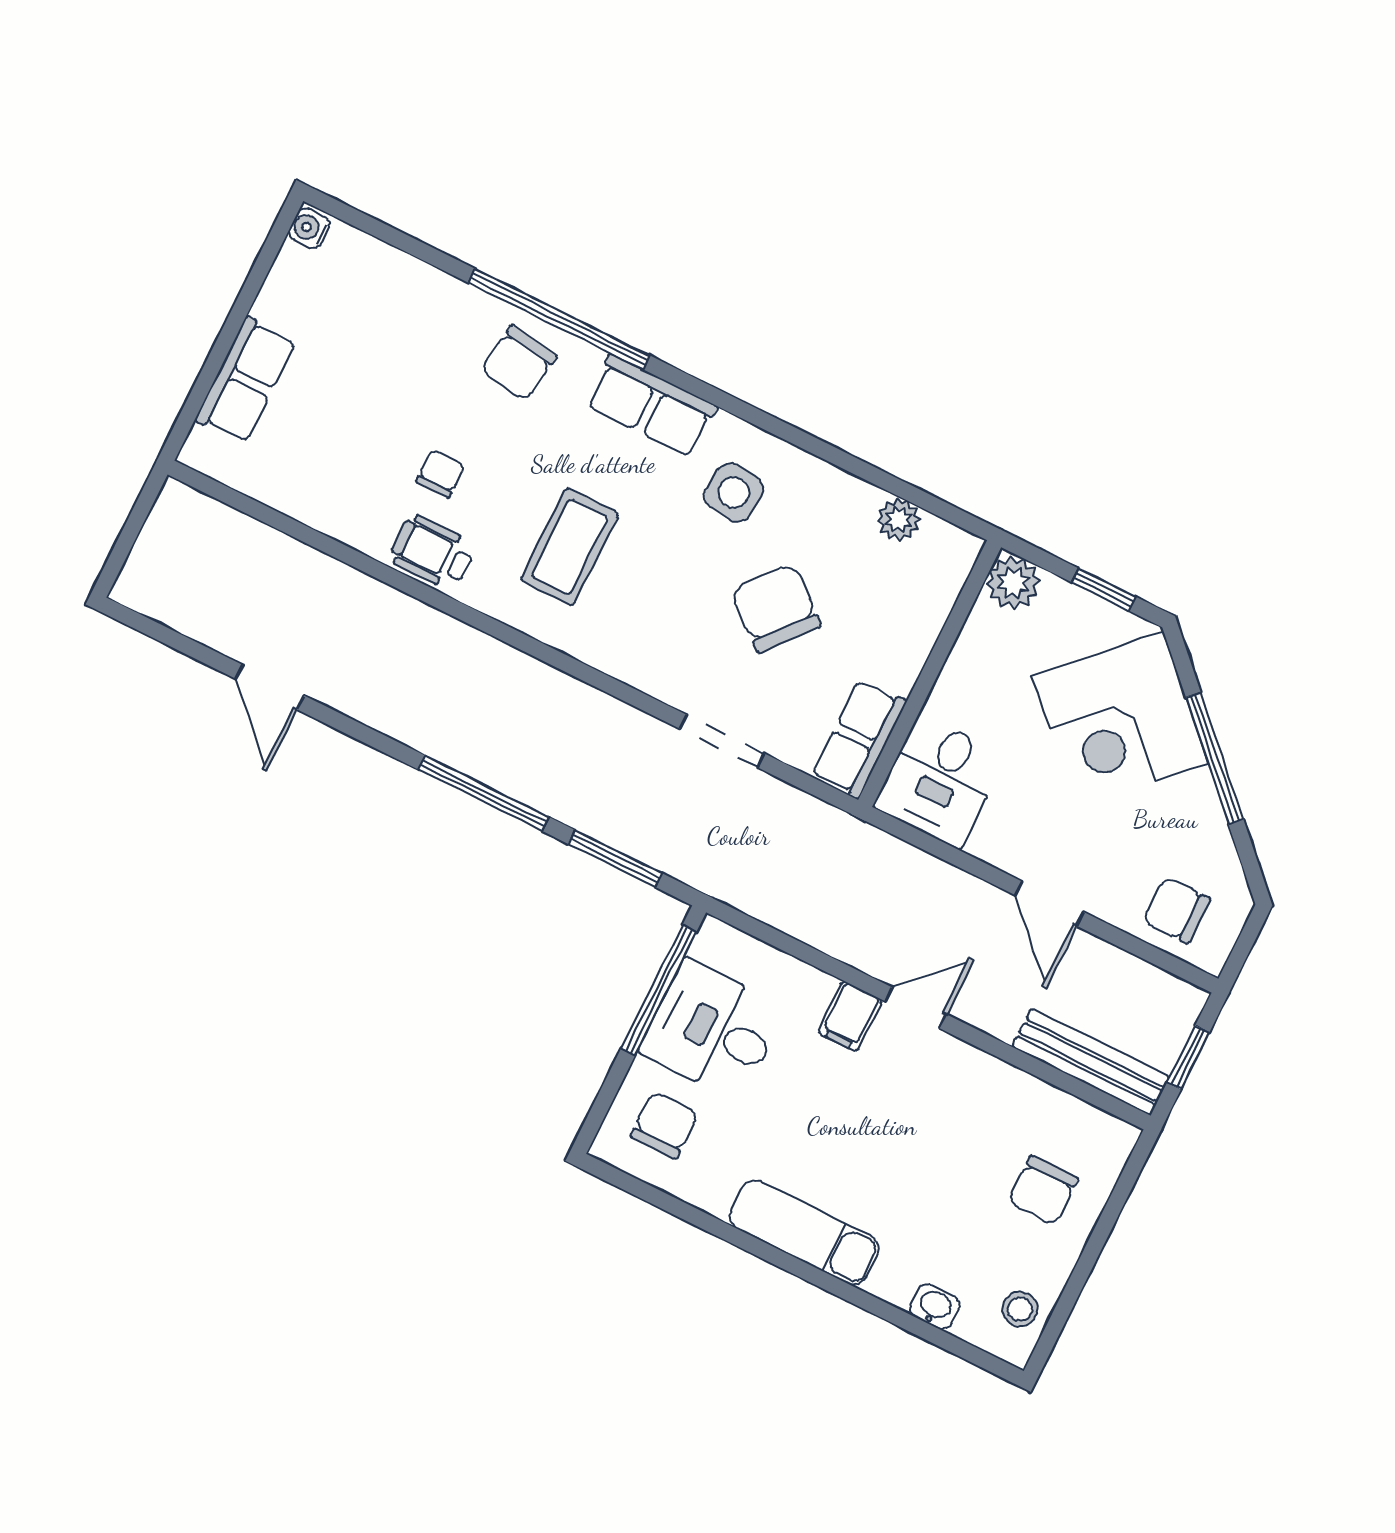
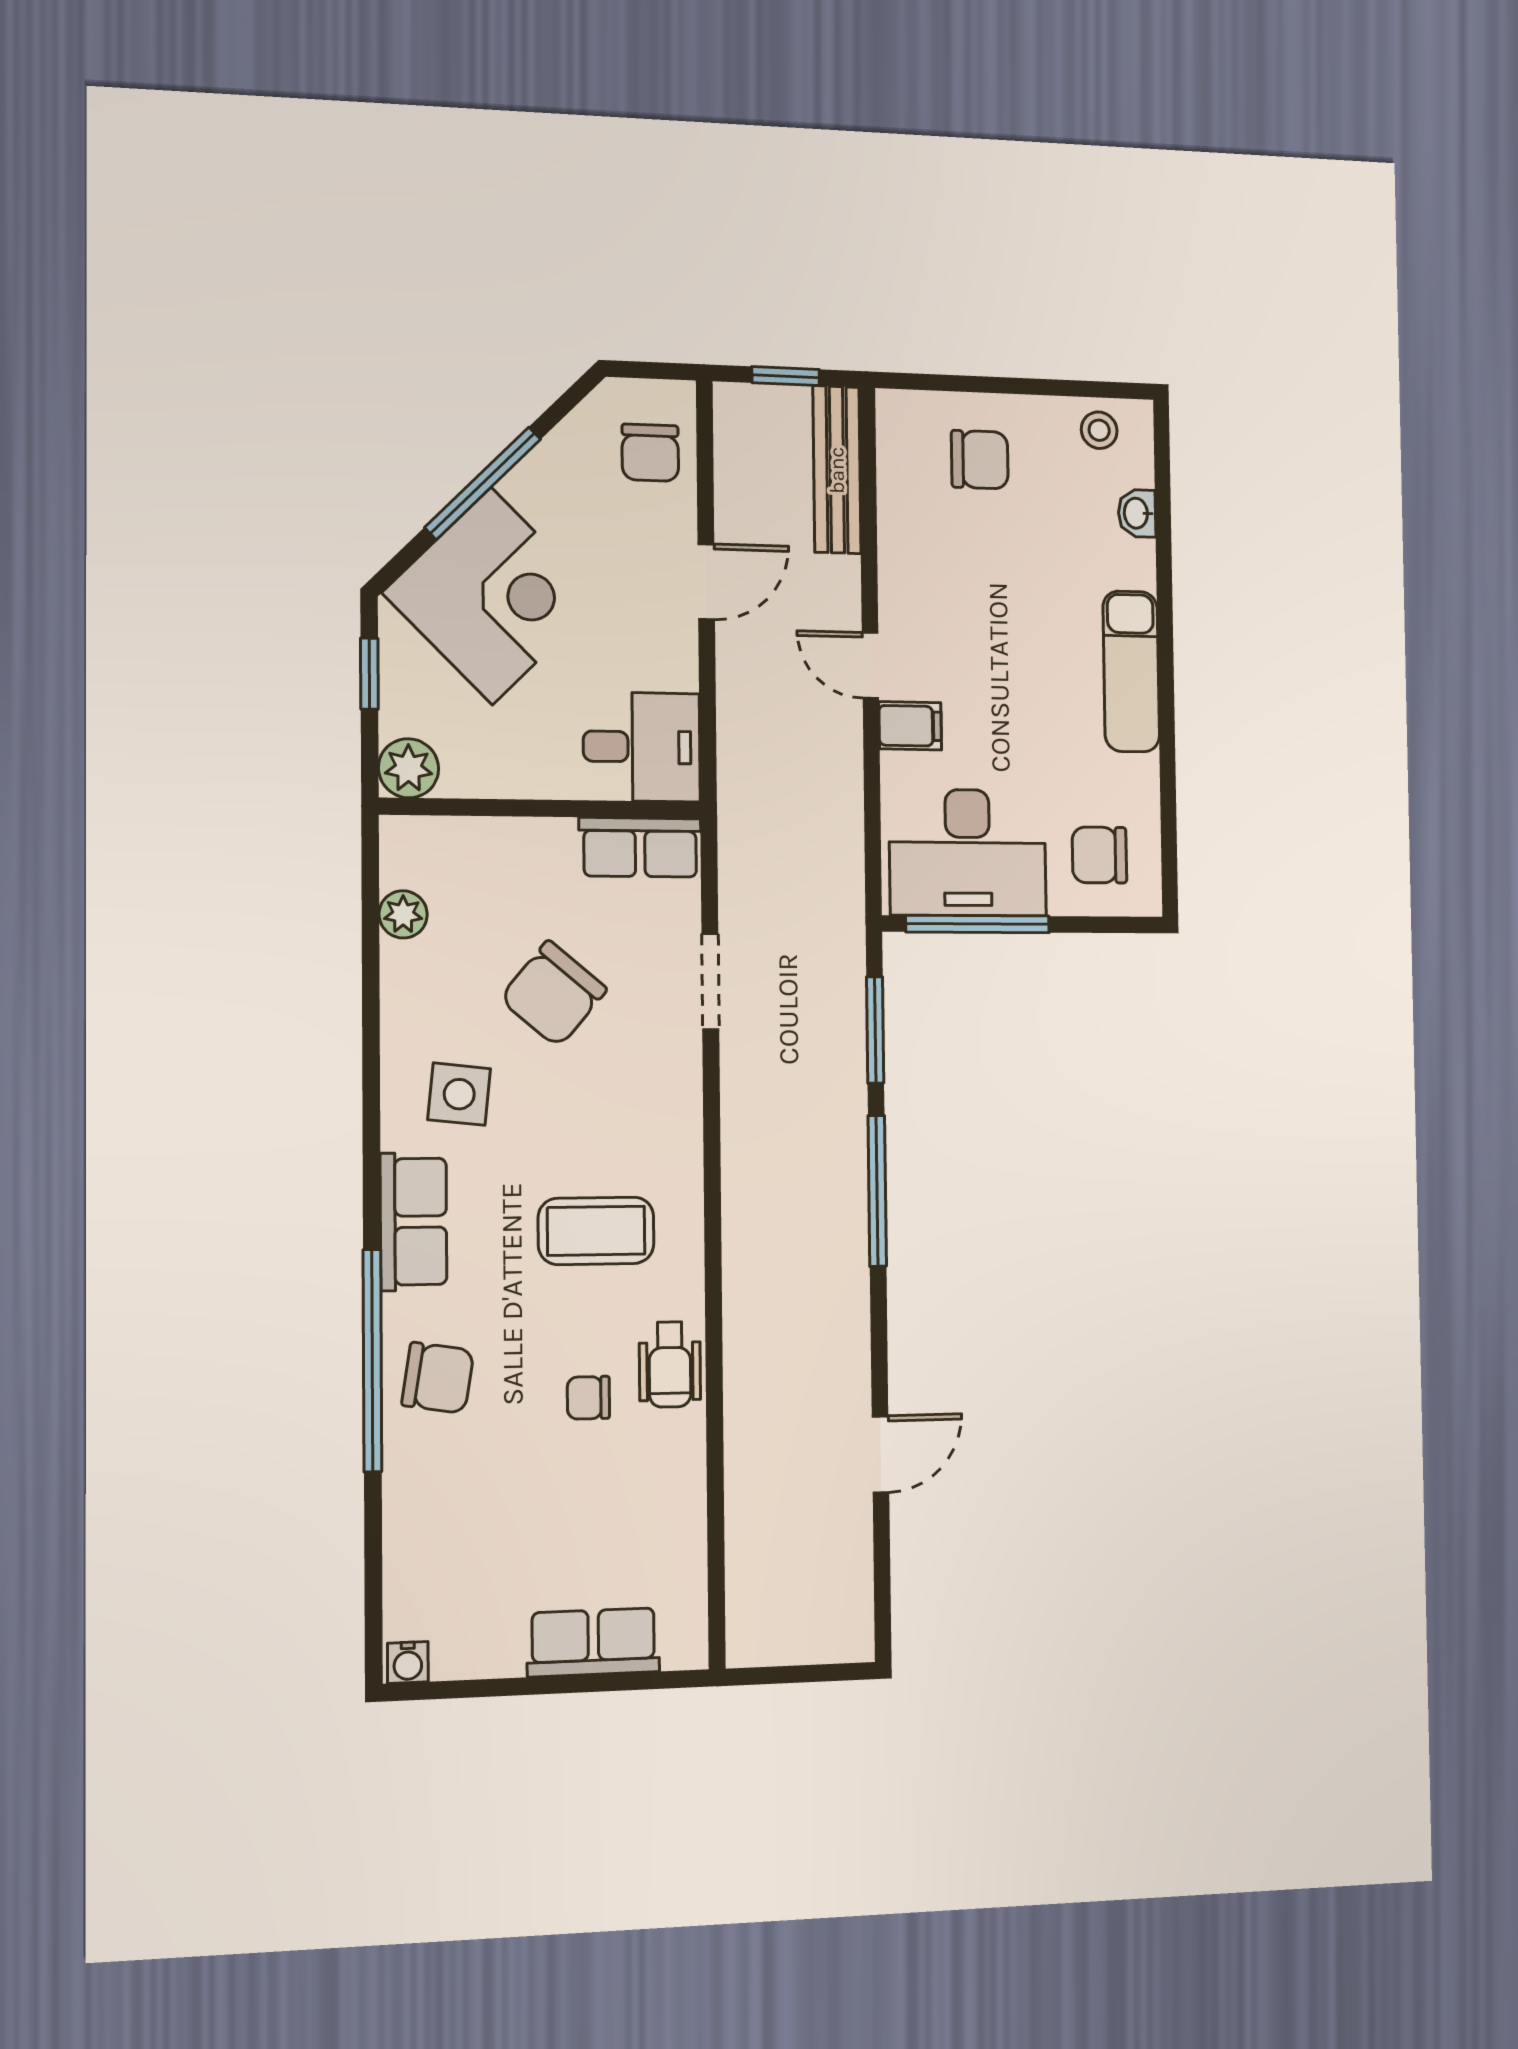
desk: (713, 1030) -> (968, 853), width x1.37

